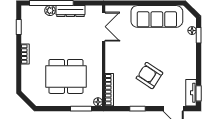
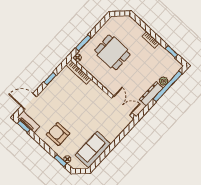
sofa: (157, 16) -> (93, 150), width x0.73
double door: (104, 27) -> (122, 106), swing flipped
dining table: (66, 76) -> (112, 52), width x0.73
armchair: (149, 76) -> (58, 134), moved, turned -123

